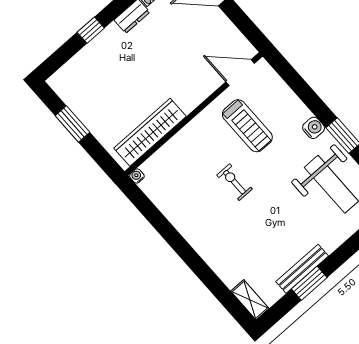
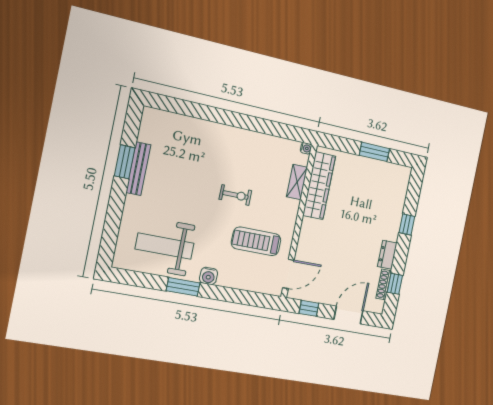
window: (245, 25) -> (309, 308), added
shelving: (250, 300) -> (297, 182), moved, turned 90

